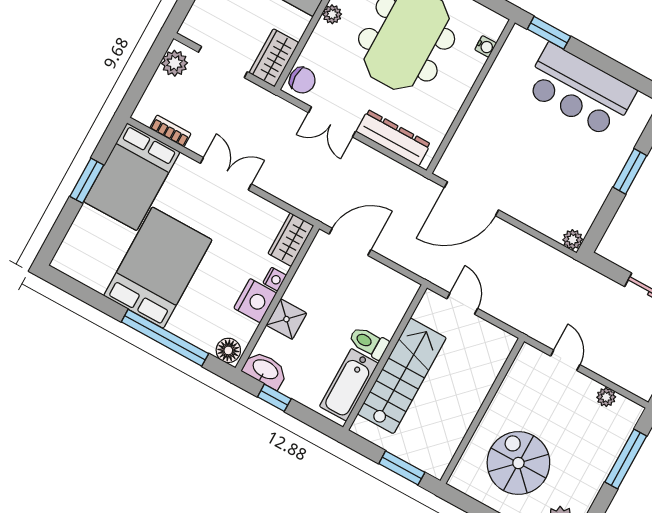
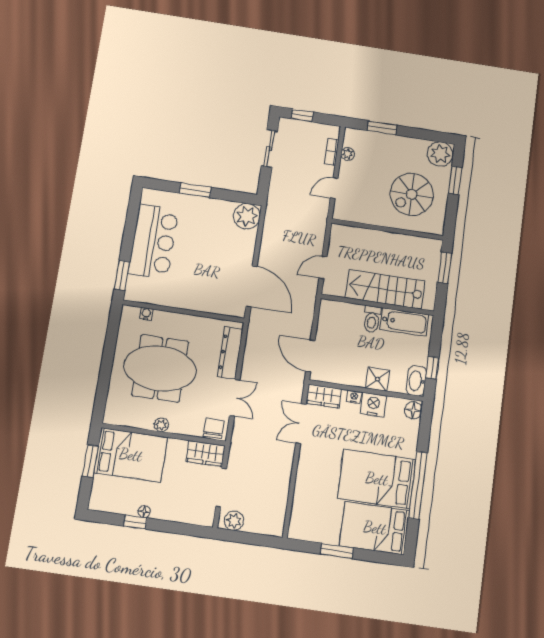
bookcase: (170, 131) -> (332, 152), moved
double door: (226, 174) -> (301, 424), moved
bed: (132, 177) -> (375, 528), moved, turned 180
plant: (573, 240) -> (247, 216), width x1.87, depth x1.87
window: (165, 338) -> (418, 485), moved
window: (626, 459) -> (382, 128), width x0.69

